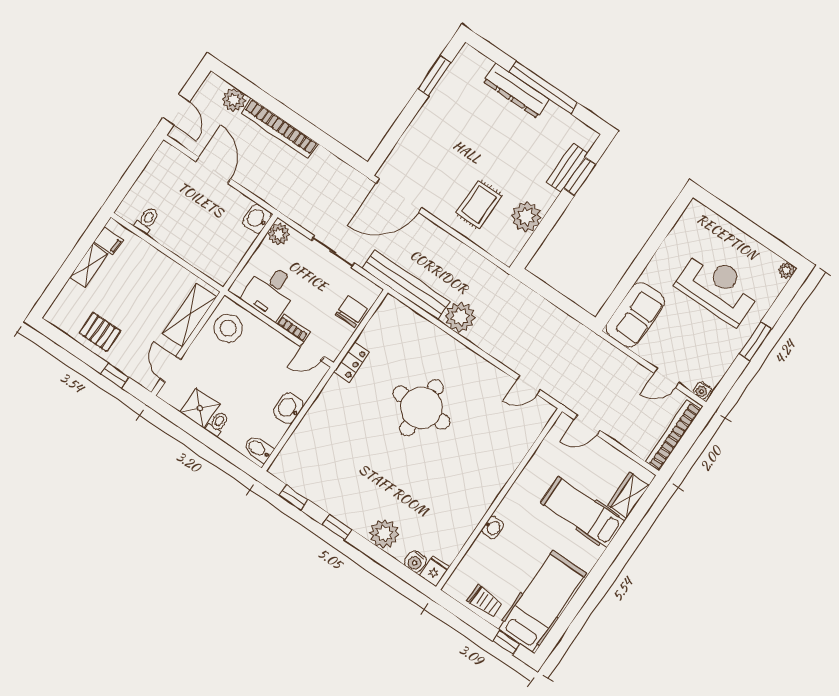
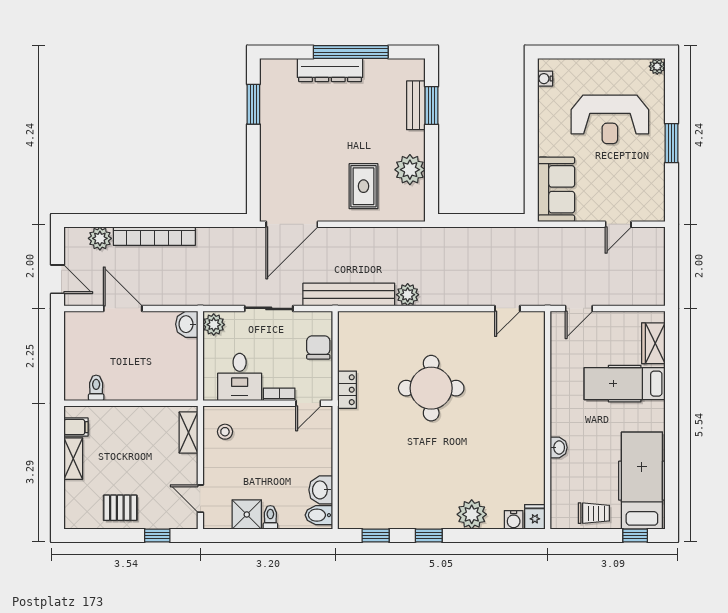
reception desk: (718, 287) -> (610, 119), turned 180
shelving: (189, 315) -> (188, 432), width x0.67, depth x0.75
plant: (460, 317) -> (408, 295), width x0.73, depth x0.73
stool: (228, 328) -> (225, 432), width x0.53, depth x0.53
water cooler: (702, 390) -> (545, 79), moved, turned 90
washbasin: (288, 408) -> (321, 490), moved
bookcase: (673, 435) -> (657, 268), removed

